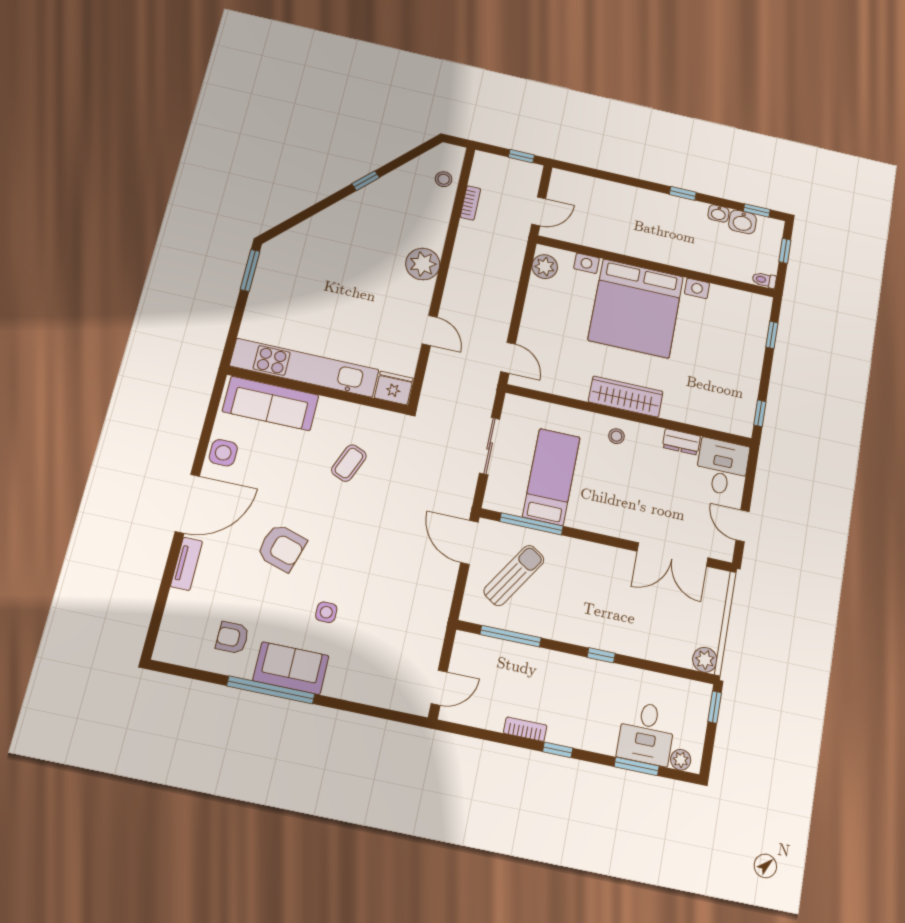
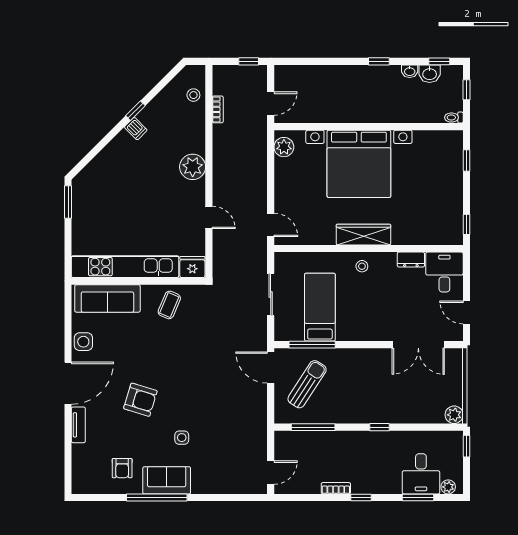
dishwasher: (361, 202) -> (136, 129), added
coffee table: (349, 463) -> (169, 305), moved
armchair: (232, 638) -> (122, 468), turned -90

